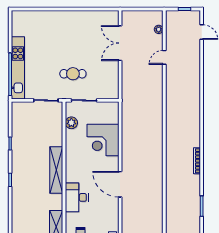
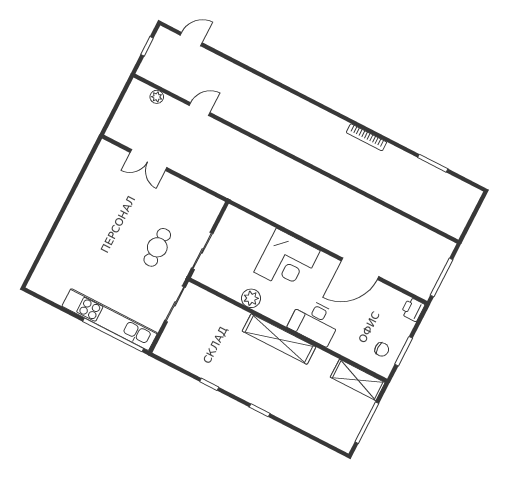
double door: (120, 43) -> (148, 160), width x0.73
door: (164, 57) -> (200, 109), swing flipped
plant: (71, 123) -> (251, 298), moved
corner desk: (103, 140) -> (287, 261), moved
door: (120, 184) -> (360, 269), moved
desk: (77, 197) -> (315, 322), moved

